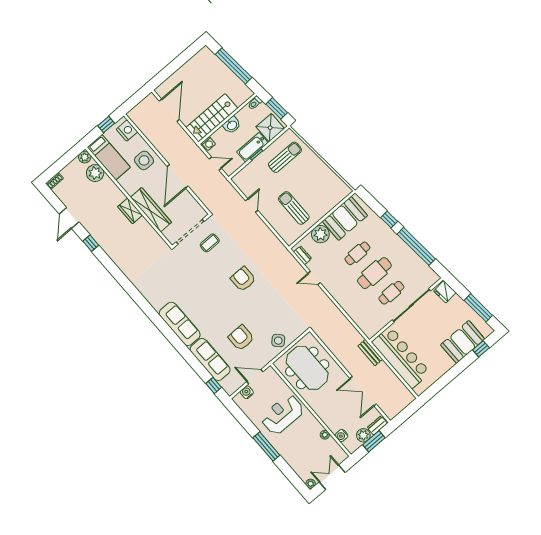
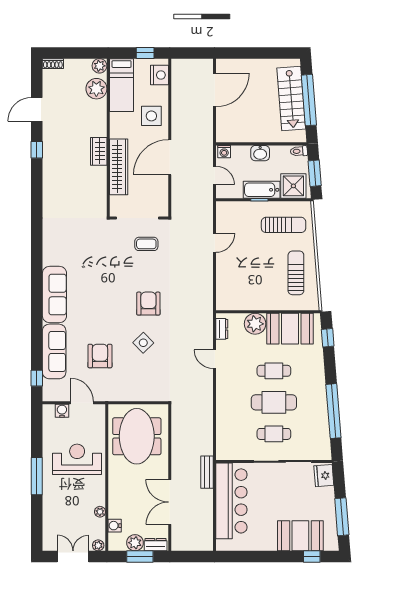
stairs: (212, 118) -> (291, 99), moved, turned -95
sun lounger: (294, 208) -> (296, 273), moved
window: (389, 220) -> (328, 338), moved
side table: (278, 341) -> (143, 343), moved
plant: (311, 484) -> (98, 545), moved

